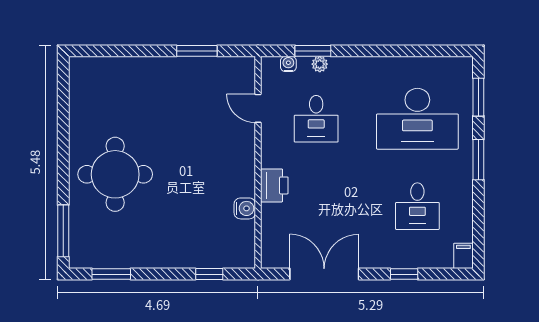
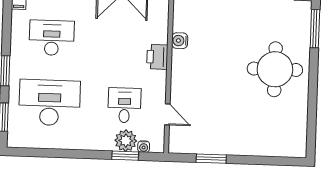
plant: (320, 64) -> (126, 141), width x1.87, depth x1.87
desk: (417, 206) -> (52, 38), width x1.37

